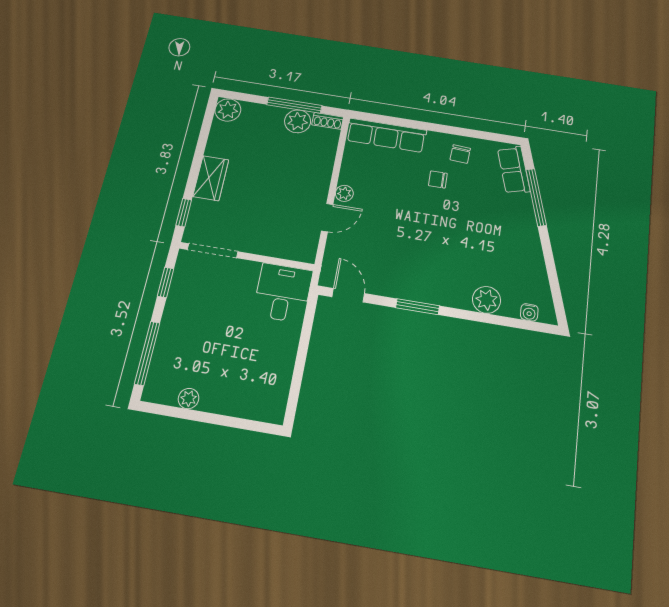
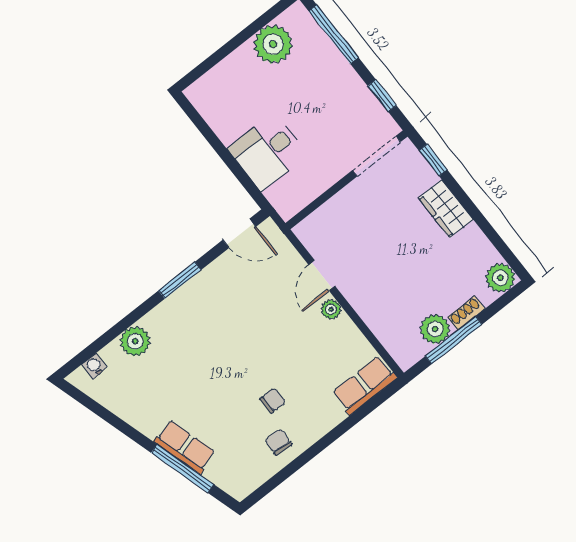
shoe rack: (328, 121) -> (466, 313), moved
row of seats: (386, 135) -> (364, 385), width x0.68
row of seats: (514, 170) -> (185, 447), moved
desk: (283, 293) -> (267, 152), moved, turned 90
plant: (189, 399) -> (273, 44), width x1.88, depth x1.88

